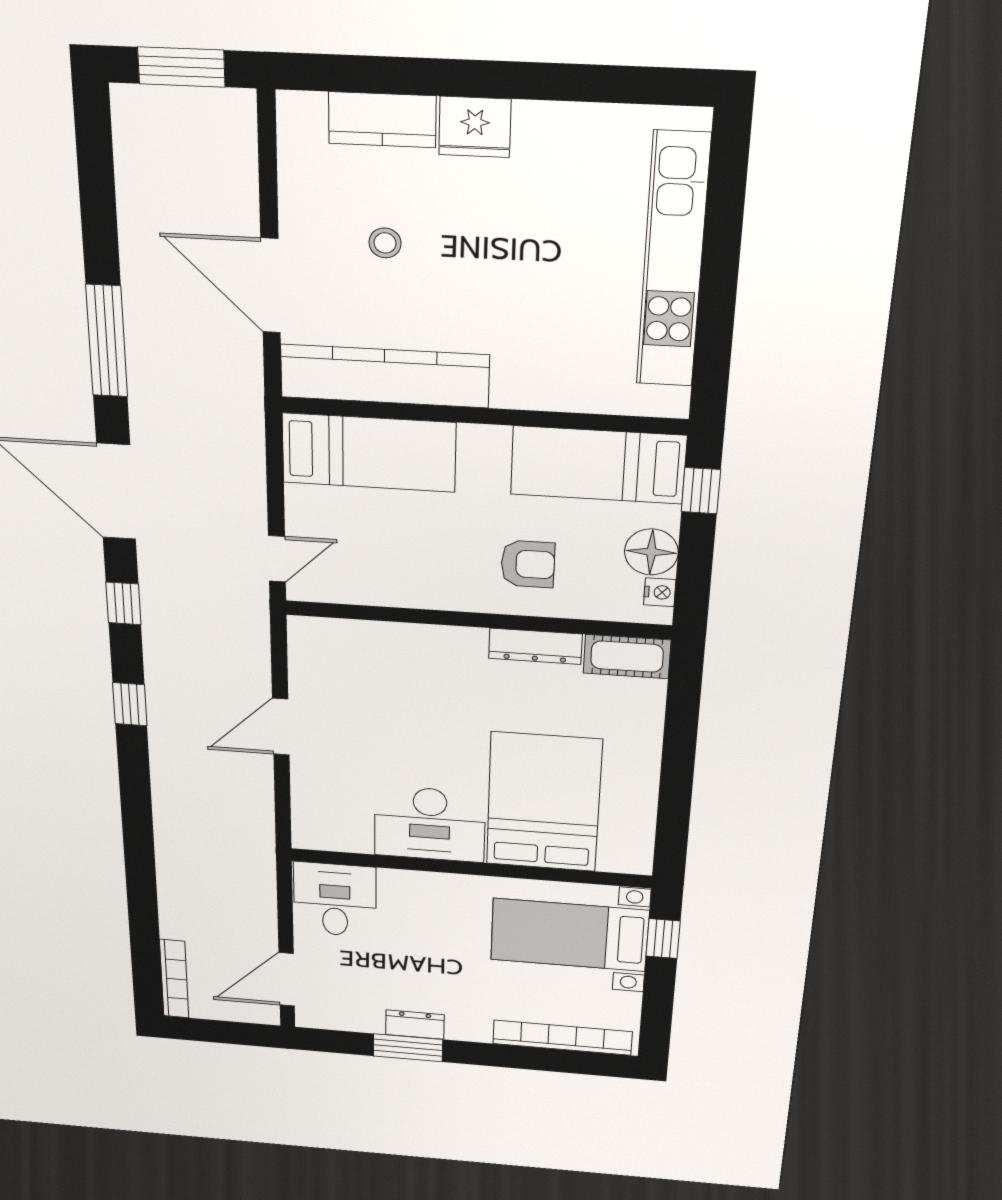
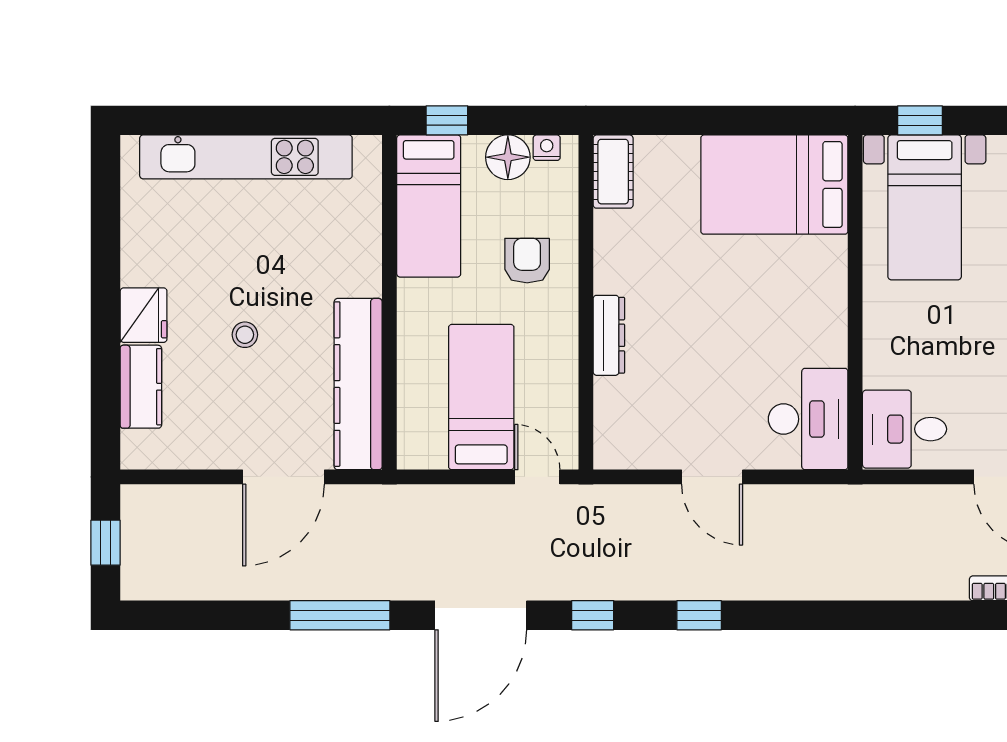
window: (181, 67) -> (106, 543), width x0.67
stool: (385, 243) -> (245, 335), moved
bed: (369, 453) -> (481, 397), moved
dresser: (535, 646) -> (609, 335), moved
bed: (544, 802) -> (774, 185), moved
desk: (430, 824) -> (808, 419), moved

